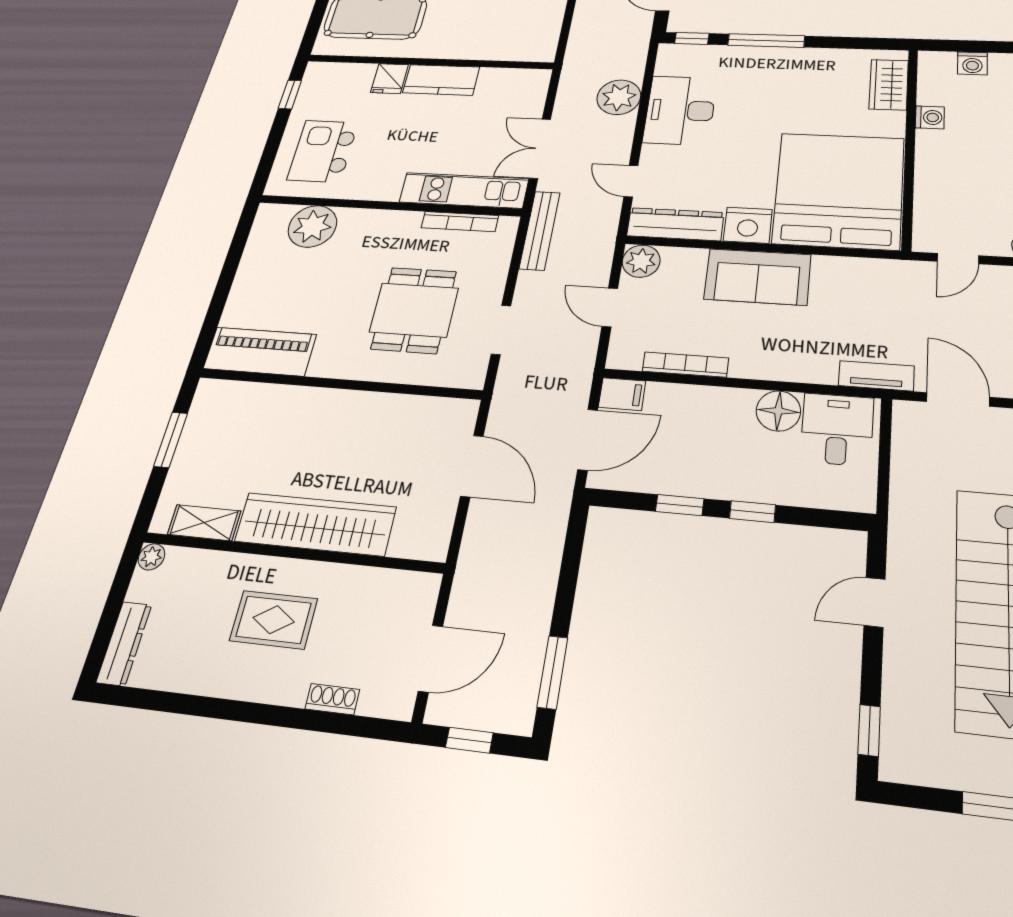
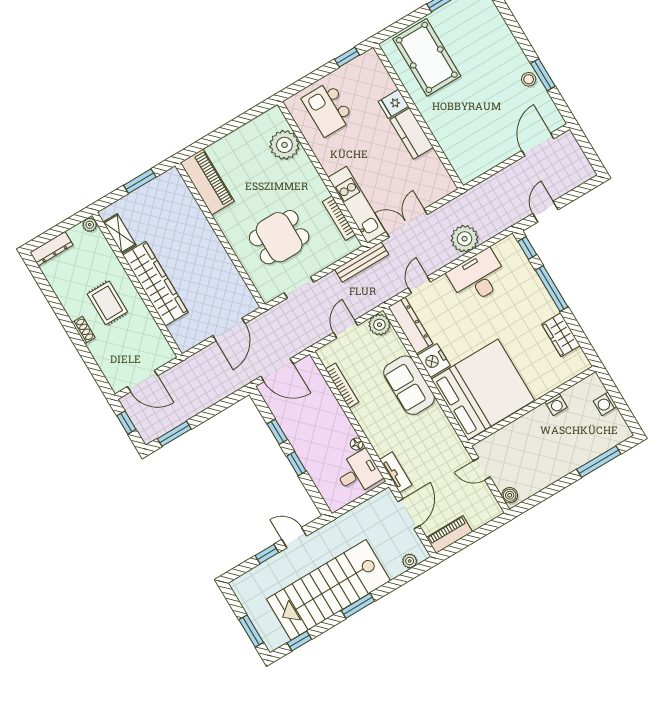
wardrobe: (889, 85) -> (561, 335), moved, turned -90
kitchen island: (323, 151) -> (328, 109), turned -90
filing cabinet: (622, 394) -> (308, 368), removed
floor lamp: (778, 411) -> (357, 444), width x0.53, depth x0.53
shoe rack: (332, 699) -> (83, 330), moved
window: (869, 730) -> (267, 554), moved

